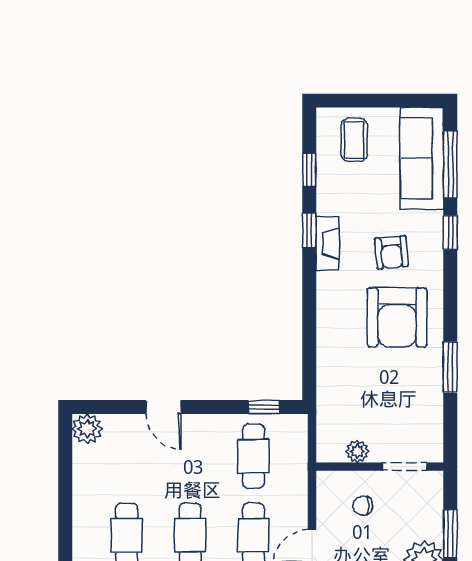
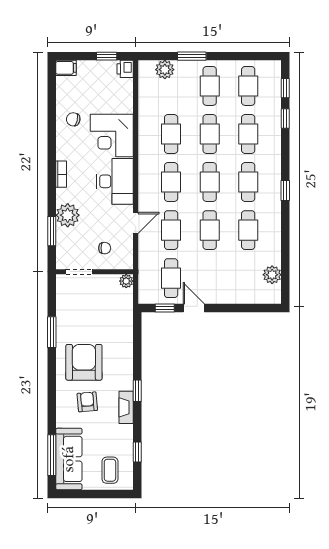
window: (309, 230) -> (137, 391), moved
window: (450, 233) -> (52, 414), removed
door: (164, 407) -> (194, 308), moved
plant: (87, 429) -> (272, 275), moved
plant: (357, 451) -> (126, 281), moved

